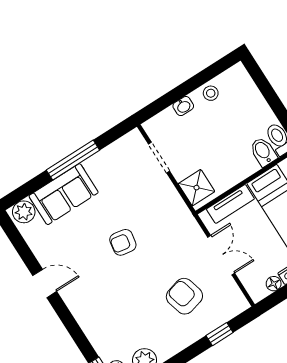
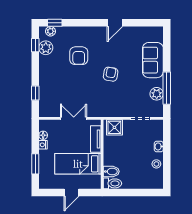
window: (73, 160) -> (167, 88), moved
plant: (24, 212) -> (157, 94), moved
double door: (221, 255) -> (74, 118), swing flipped
armchair: (184, 296) -> (79, 56), moved, turned 105

